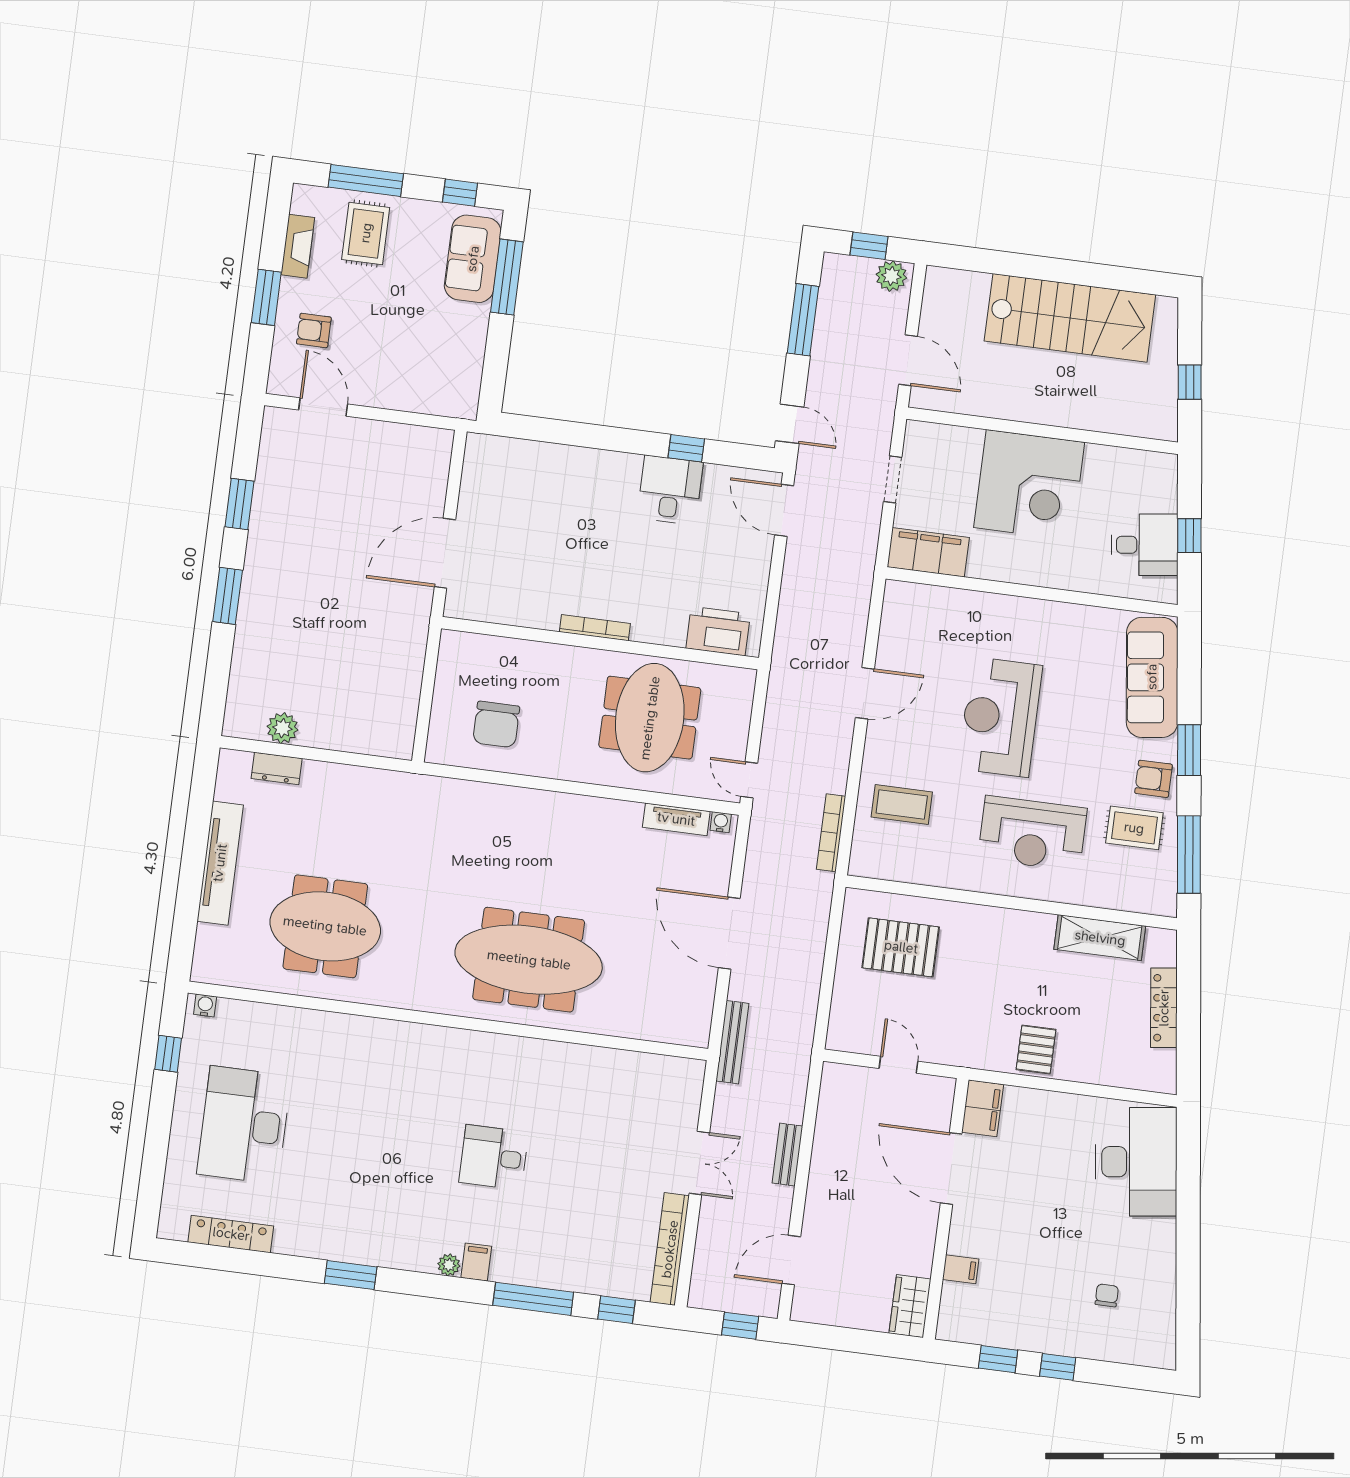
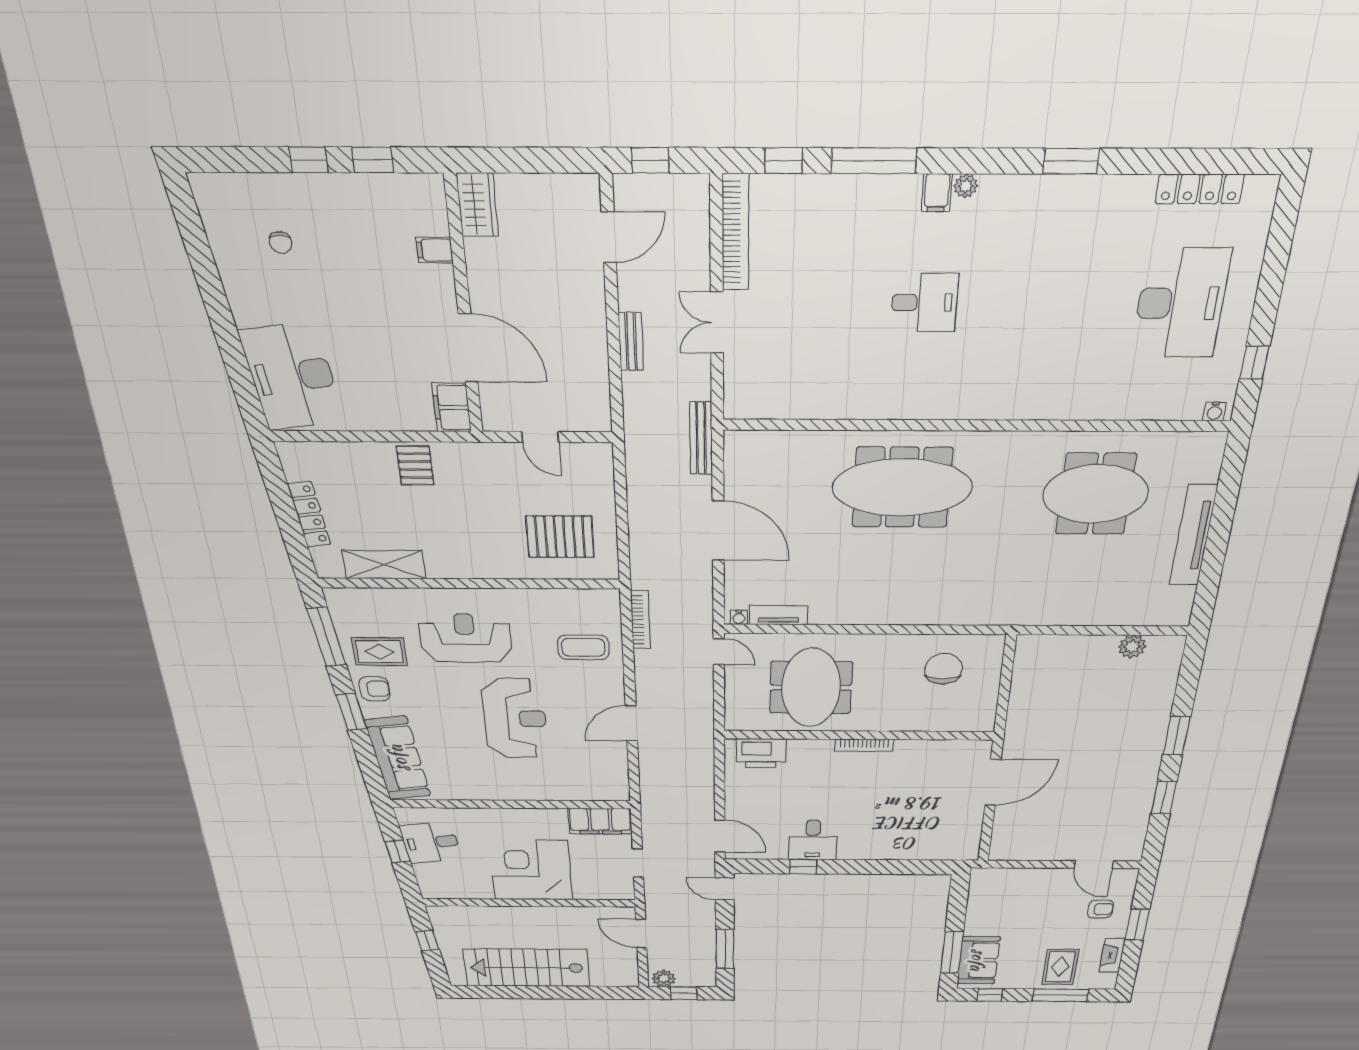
dresser: (277, 768) -> (1138, 616), removed

